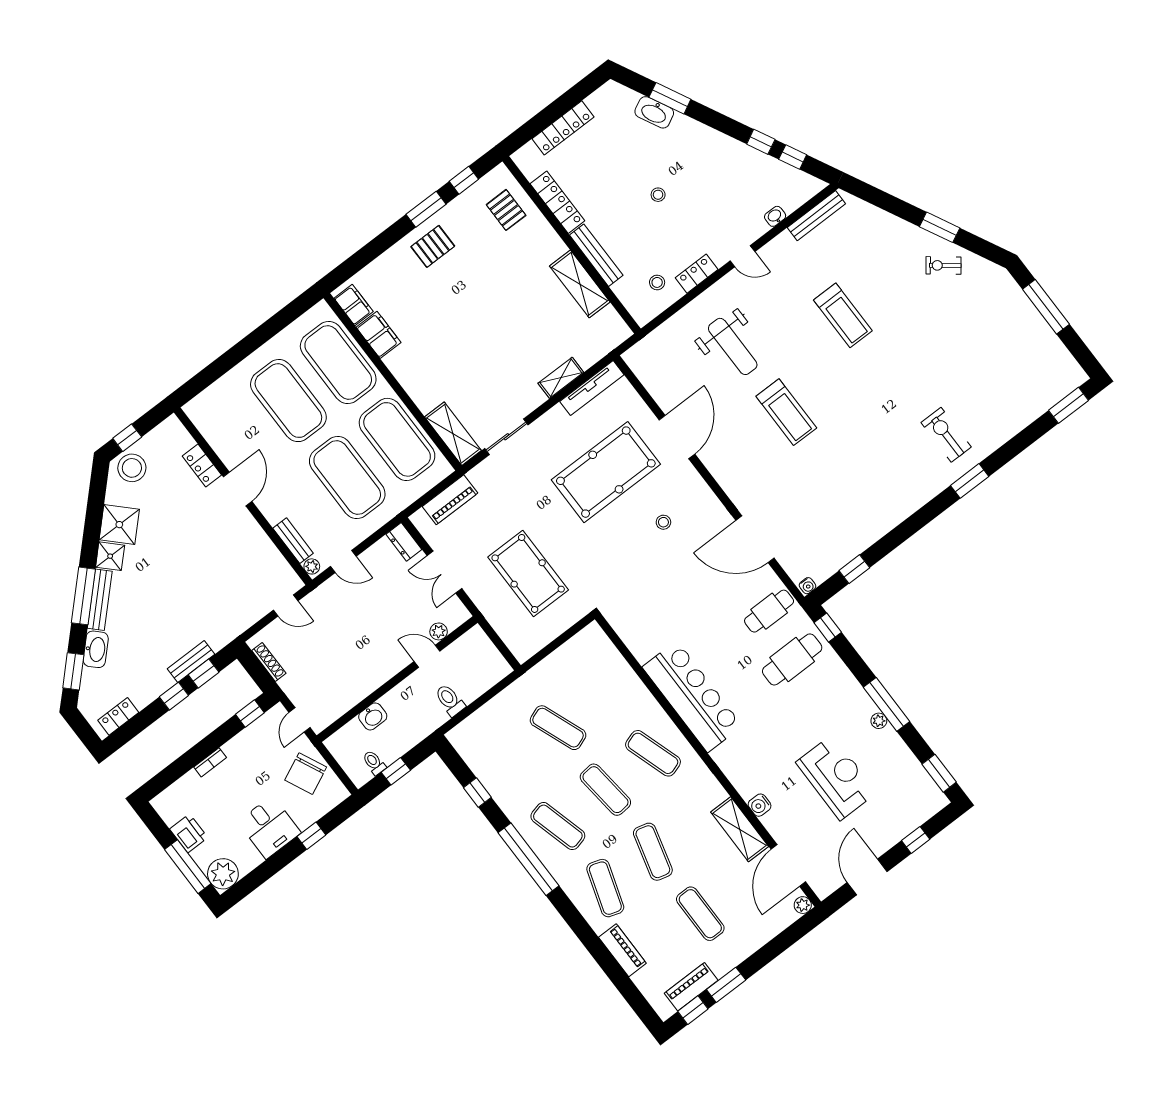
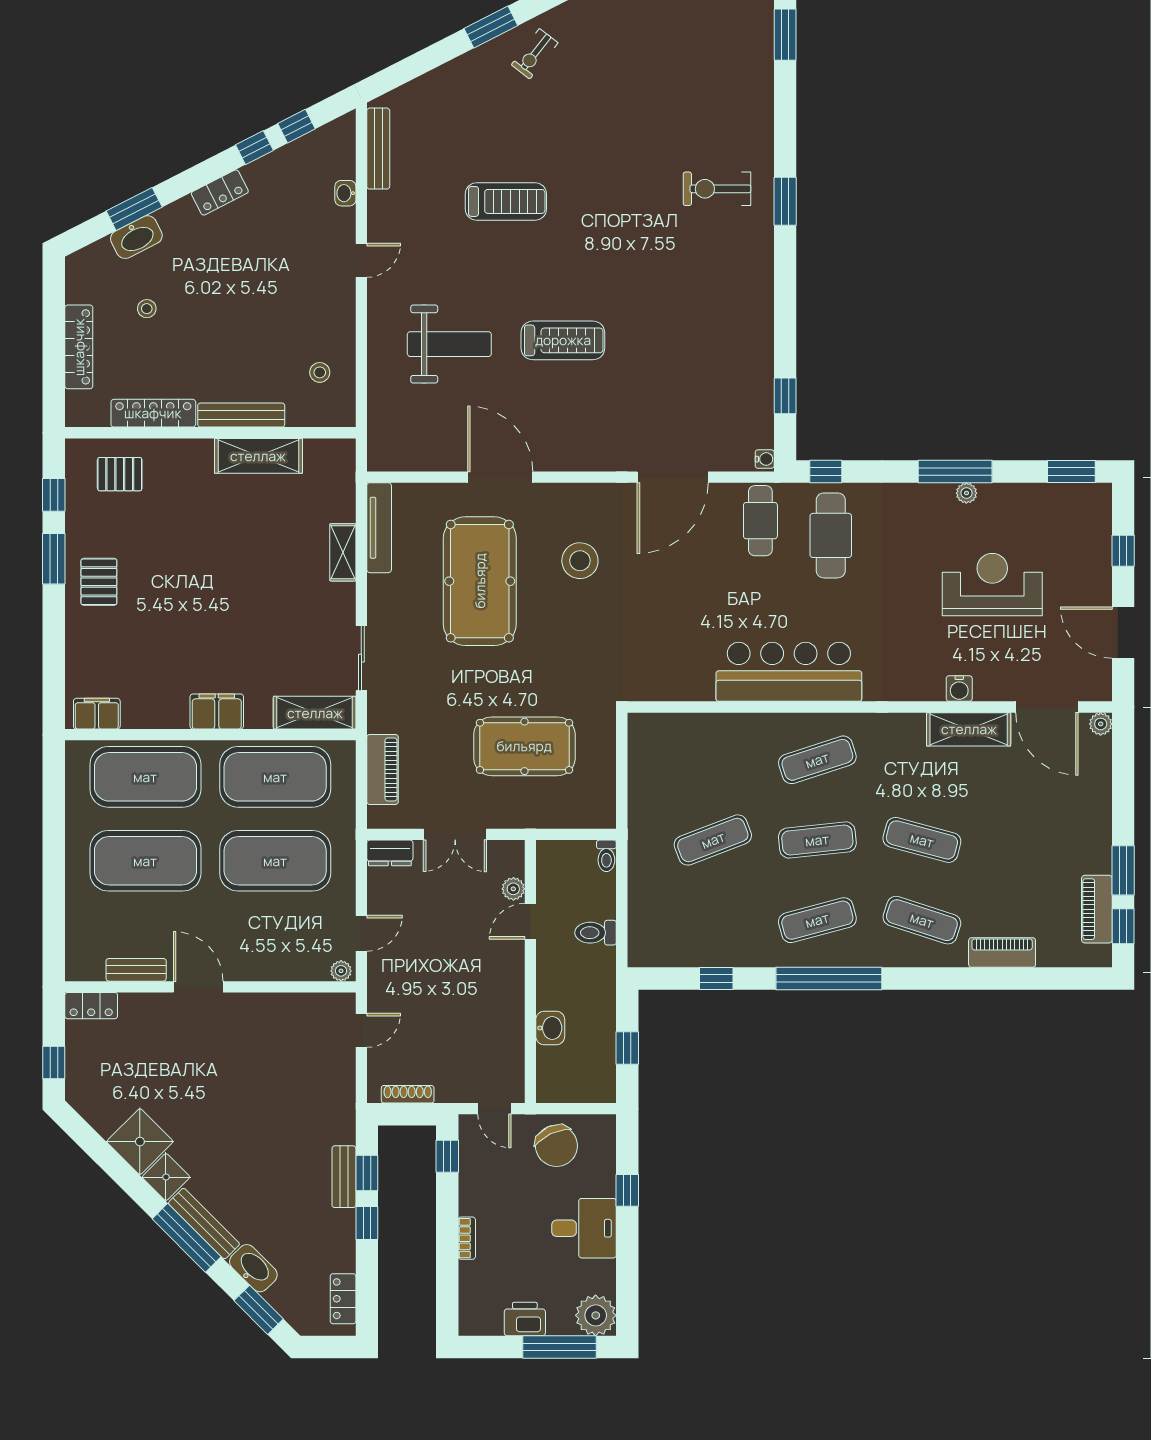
stool: (658, 195) -> (147, 309), moved
locker: (697, 274) -> (220, 192), moved, turned -117
filing cabinet: (378, 335) -> (217, 711), moved
locker: (202, 465) -> (91, 1006), moved
stool: (132, 468) -> (90, 1082), removed
stool: (663, 522) -> (580, 561), width x1.89, depth x1.89
bench: (293, 541) -> (136, 970), moved
toilet: (374, 763) -> (606, 856), moved, turned -90
exercise mat: (700, 914) -> (1026, 840), removed

